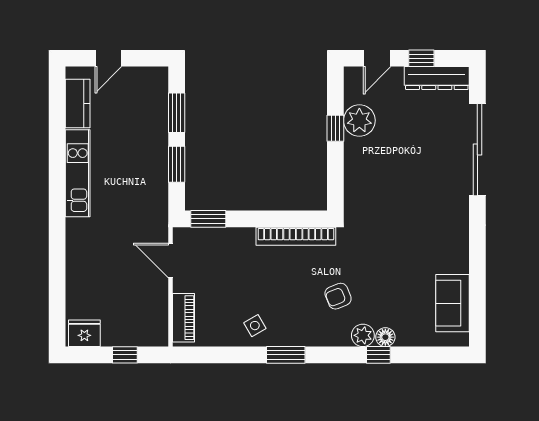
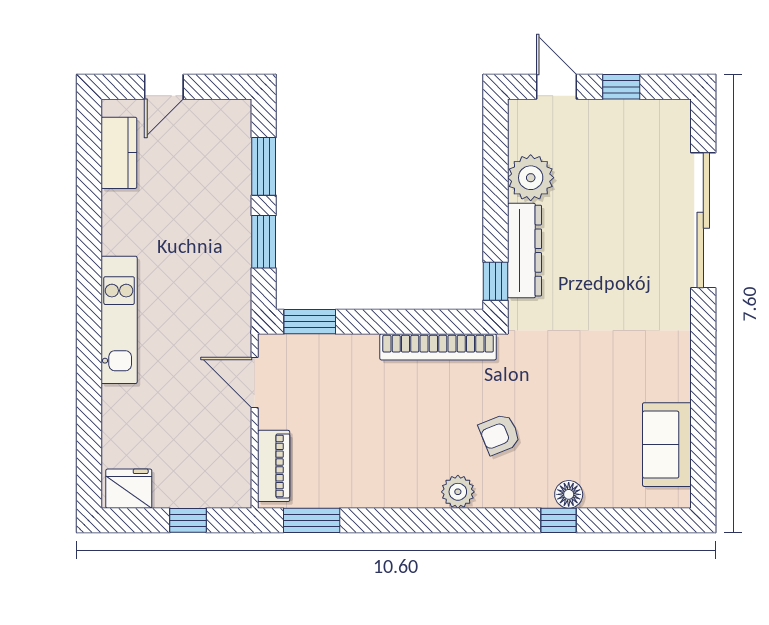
door: (377, 58) -> (557, 87), swing flipped
dresser: (437, 78) -> (524, 251), moved, turned -90
window: (335, 128) -> (496, 281), moved
kitchen unit: (78, 173) -> (119, 320), moved
side table: (255, 326) -> (378, 477), removed
plant: (363, 335) -> (458, 492), moved
window: (286, 355) -> (312, 520), moved

